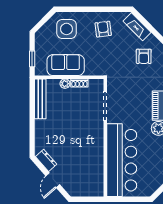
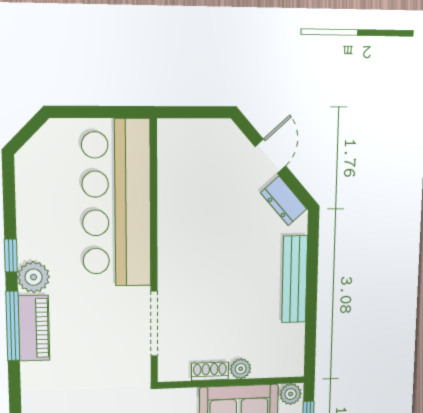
plant: (41, 71) -> (291, 394), added
bench: (40, 99) -> (295, 279), moved

